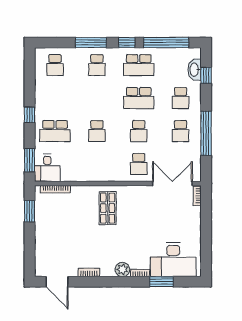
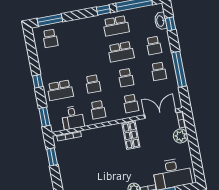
window: (91, 43) -> (50, 20), moved
school desk: (97, 65) -> (98, 110), moved
desk: (47, 168) -> (73, 118), moved
shop shelf: (108, 208) -> (131, 135), moved
plant: (192, 216) -> (181, 136), added

